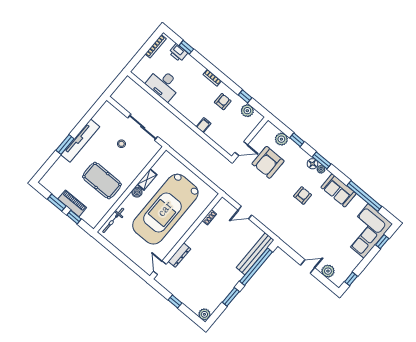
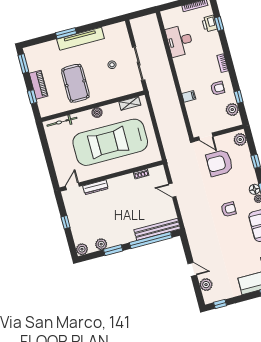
plant: (281, 139) -> (240, 140), moved
shelving: (147, 179) -> (130, 103), moved
window: (57, 203) -> (23, 63), moved
plant: (217, 299) -> (101, 244), added

